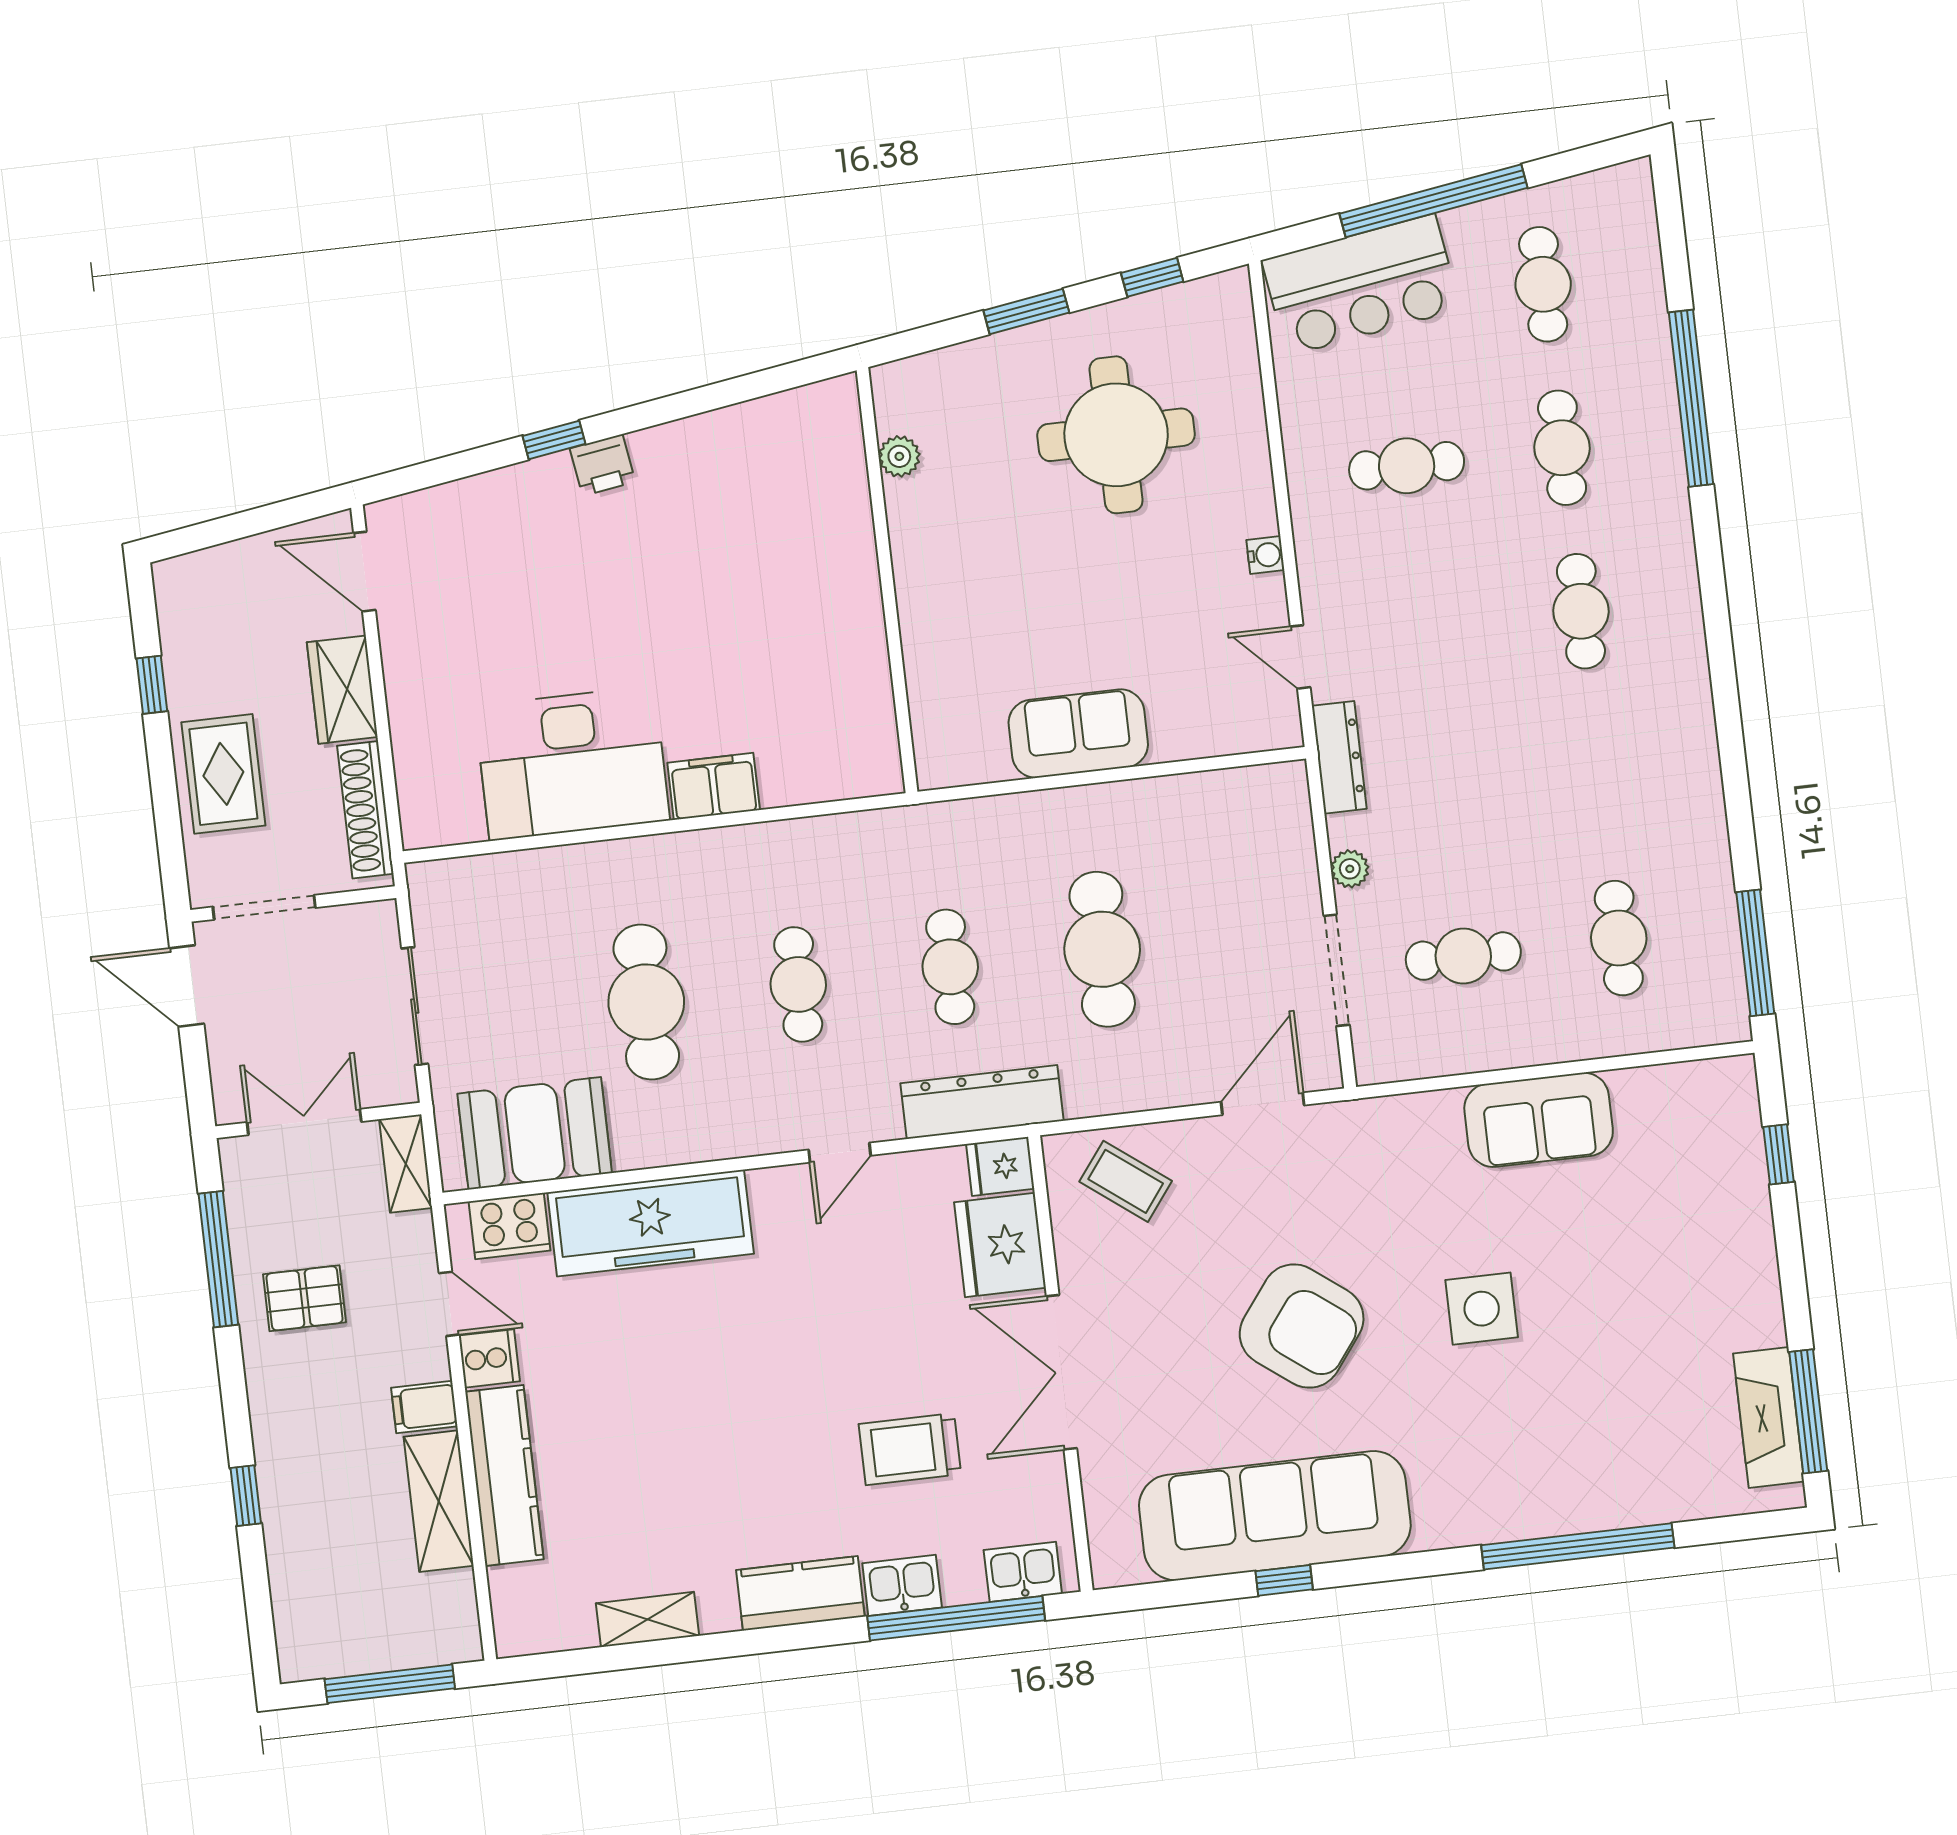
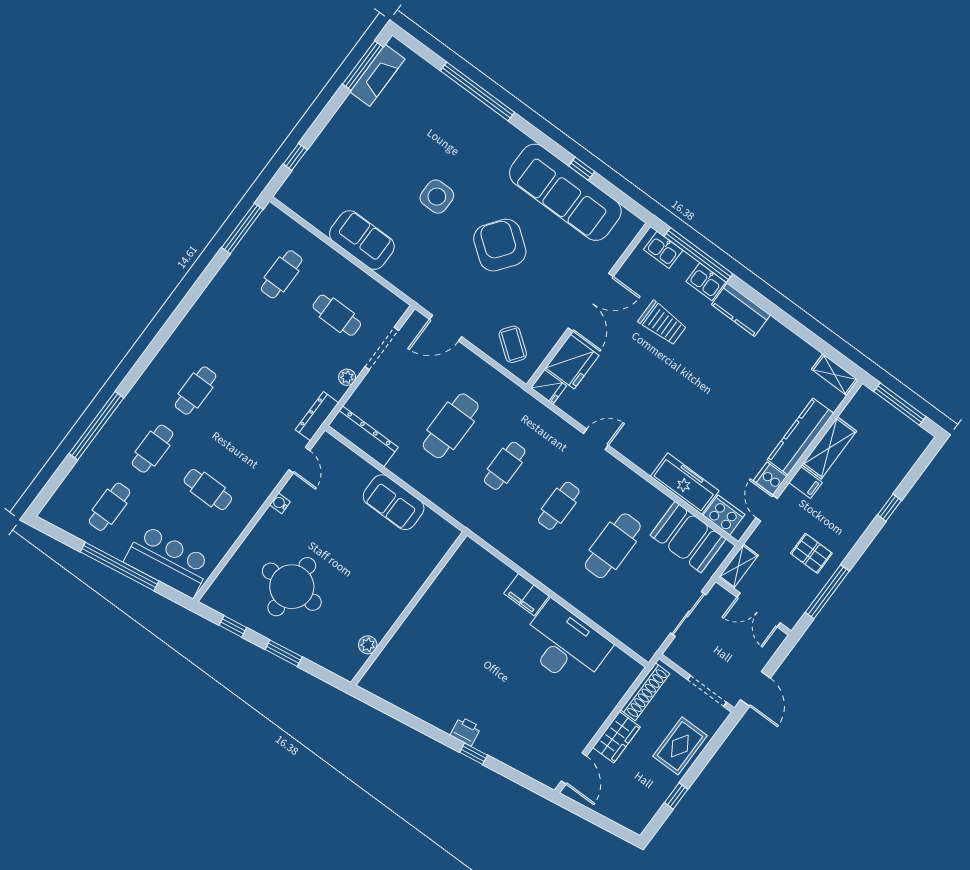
dresser: (982, 1102) -> (363, 436), moved, turned 180
freezer: (651, 1223) -> (685, 484), width x0.73, depth x0.79
shelving: (647, 1619) -> (835, 375), moved

